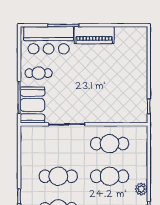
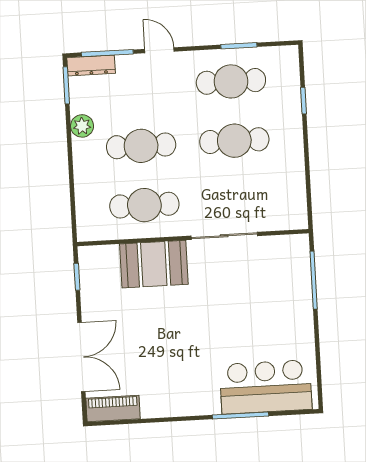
piano: (94, 35) -> (113, 409), moved, width x0.73, depth x0.75
double door: (149, 62) -> (81, 357), added
cafe table: (39, 73) -> (281, 326), removed
booth: (32, 105) -> (154, 264), moved, turned 90

